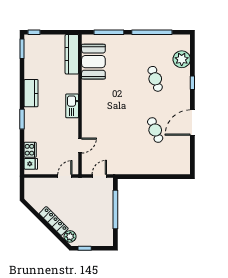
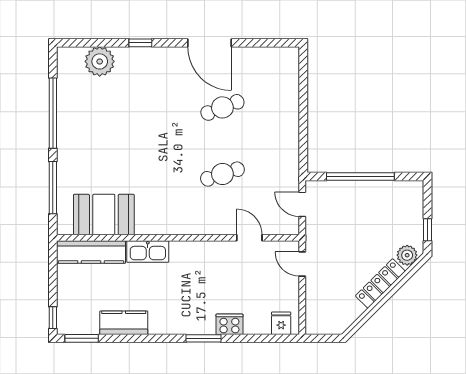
cafe table: (155, 79) -> (222, 174), moved
kitchen counter: (31, 93) -> (124, 323), moved
kitchen sink: (72, 106) -> (148, 252), moved
cooker: (30, 150) -> (229, 324), moved

